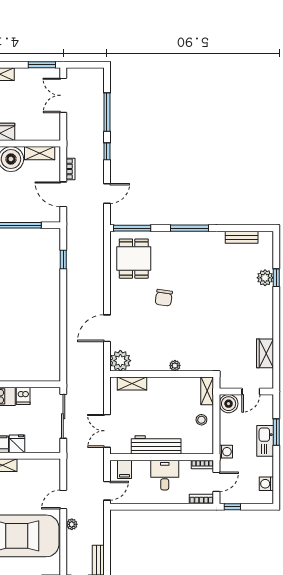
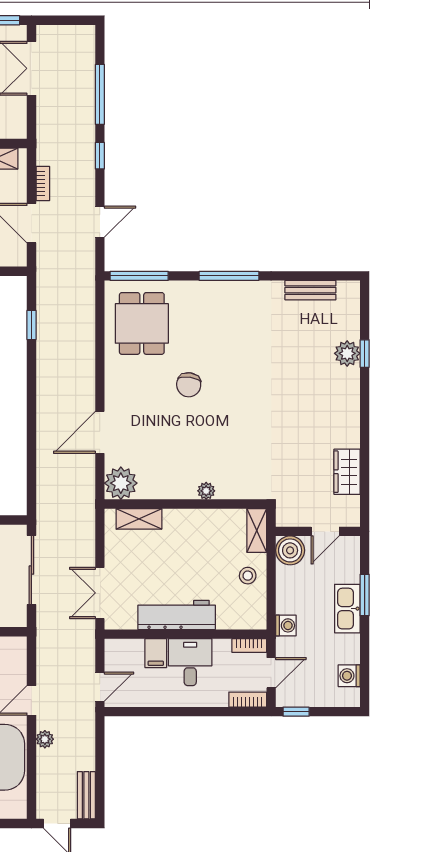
filing cabinet: (125, 469) -> (156, 653), moved

